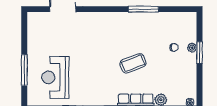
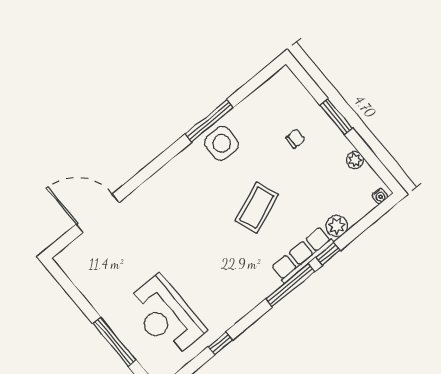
side table: (141, 23) -> (222, 143), added
plant: (192, 48) -> (355, 160), moved

